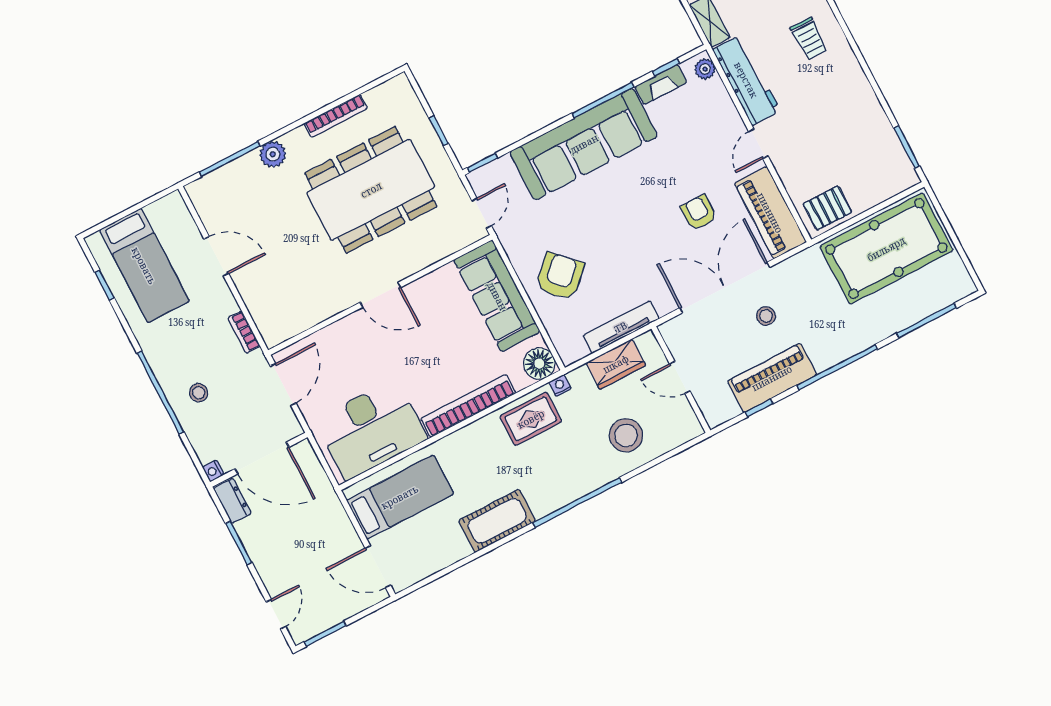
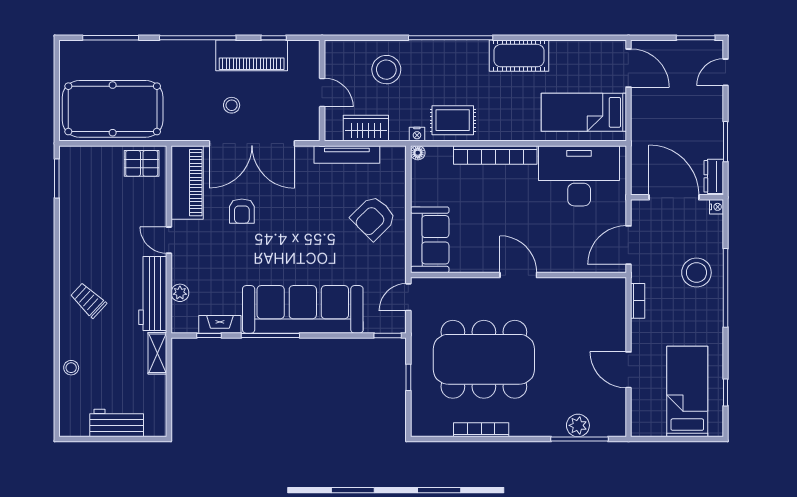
trolley: (809, 39) -> (88, 300), turned -47
plant: (705, 69) -> (180, 293), moved
door: (758, 144) -> (169, 240), swing flipped
plant: (273, 154) -> (578, 425), moved
sofa: (497, 296) -> (430, 240), width x0.73
floor lamp: (539, 364) -> (418, 153), width x0.53, depth x0.53
stool: (199, 393) -> (696, 273), width x1.89, depth x1.89

